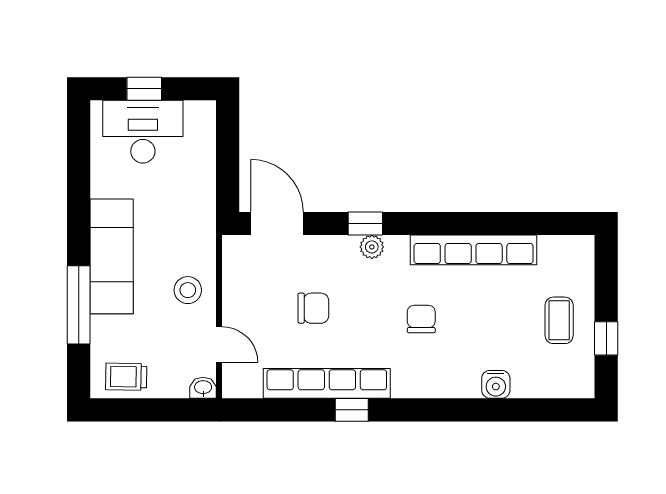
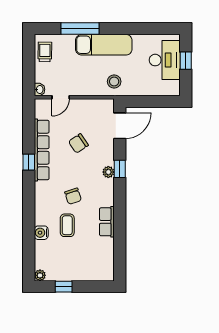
row of seats: (474, 250) -> (107, 222), width x0.50
stool: (188, 290) -> (114, 82), moved
chair: (313, 308) -> (78, 143), turned 56
chair: (421, 319) -> (73, 196), turned 72
coffee table: (559, 320) -> (67, 225), moved, turned 90
plant: (583, 387) -> (40, 275), added

